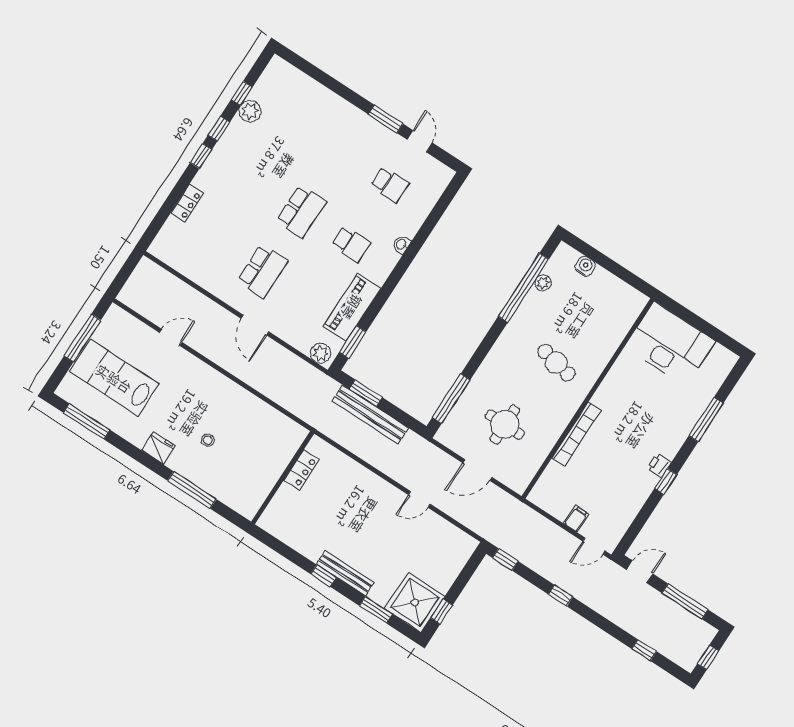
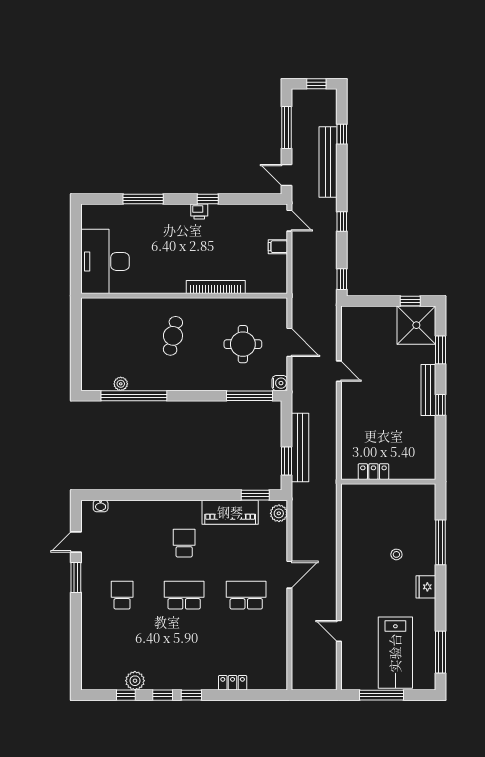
school desk: (390, 185) -> (122, 595), moved
washbasin: (401, 244) -> (101, 506), moved
water cooler: (585, 266) -> (280, 383), moved, turned 180
bench: (626, 620) -> (328, 162), added

